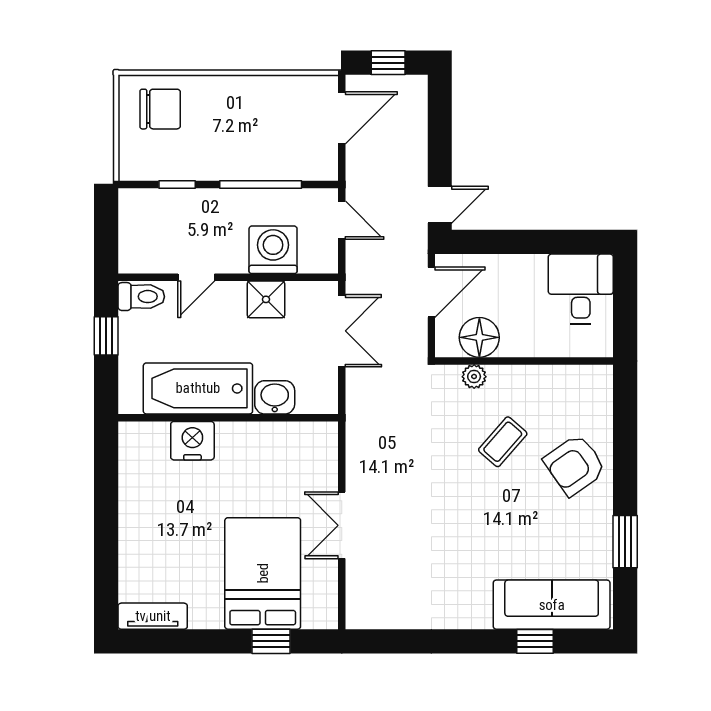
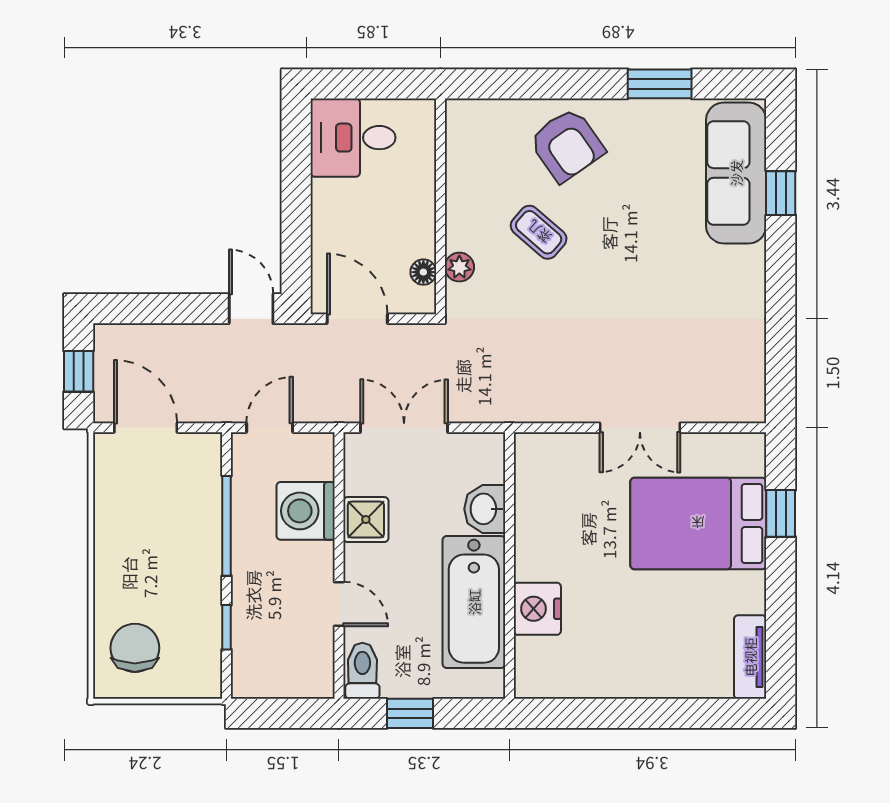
floor lamp: (479, 337) -> (423, 272), width x0.53, depth x0.53

